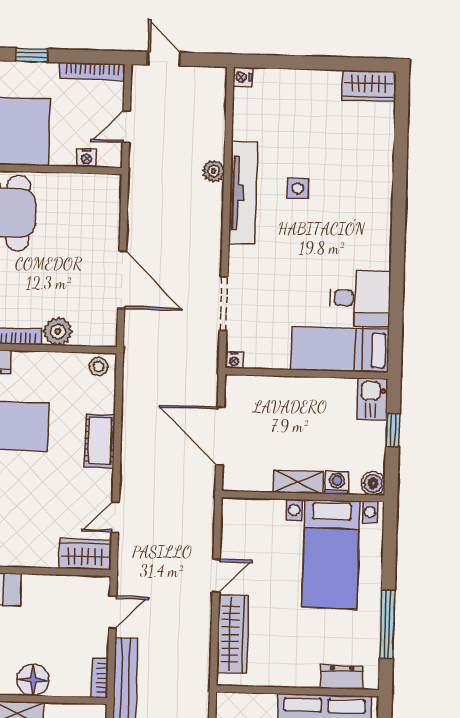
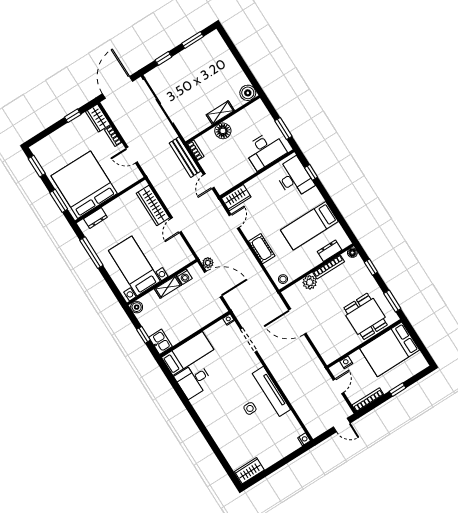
plant: (214, 171) -> (208, 263), moved
washing machine: (337, 483) -> (184, 277), moved

